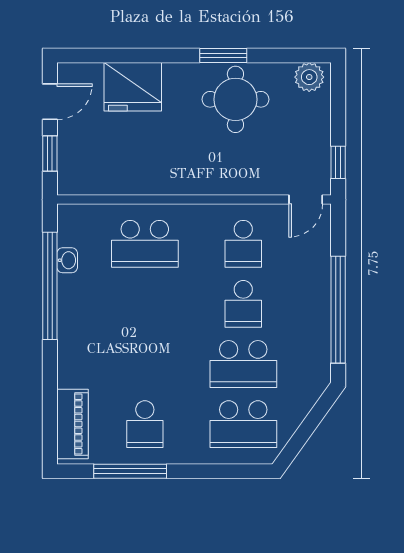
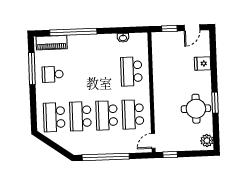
fridge: (133, 87) -> (203, 64), width x0.53, depth x0.75
door: (50, 102) -> (192, 28), hinge flipped
door: (306, 200) -> (153, 141), hinge flipped
school desk: (243, 244) -> (133, 114), width x1.85
window: (50, 286) -> (73, 32), moved
school desk: (243, 304) -> (107, 115), width x1.85

